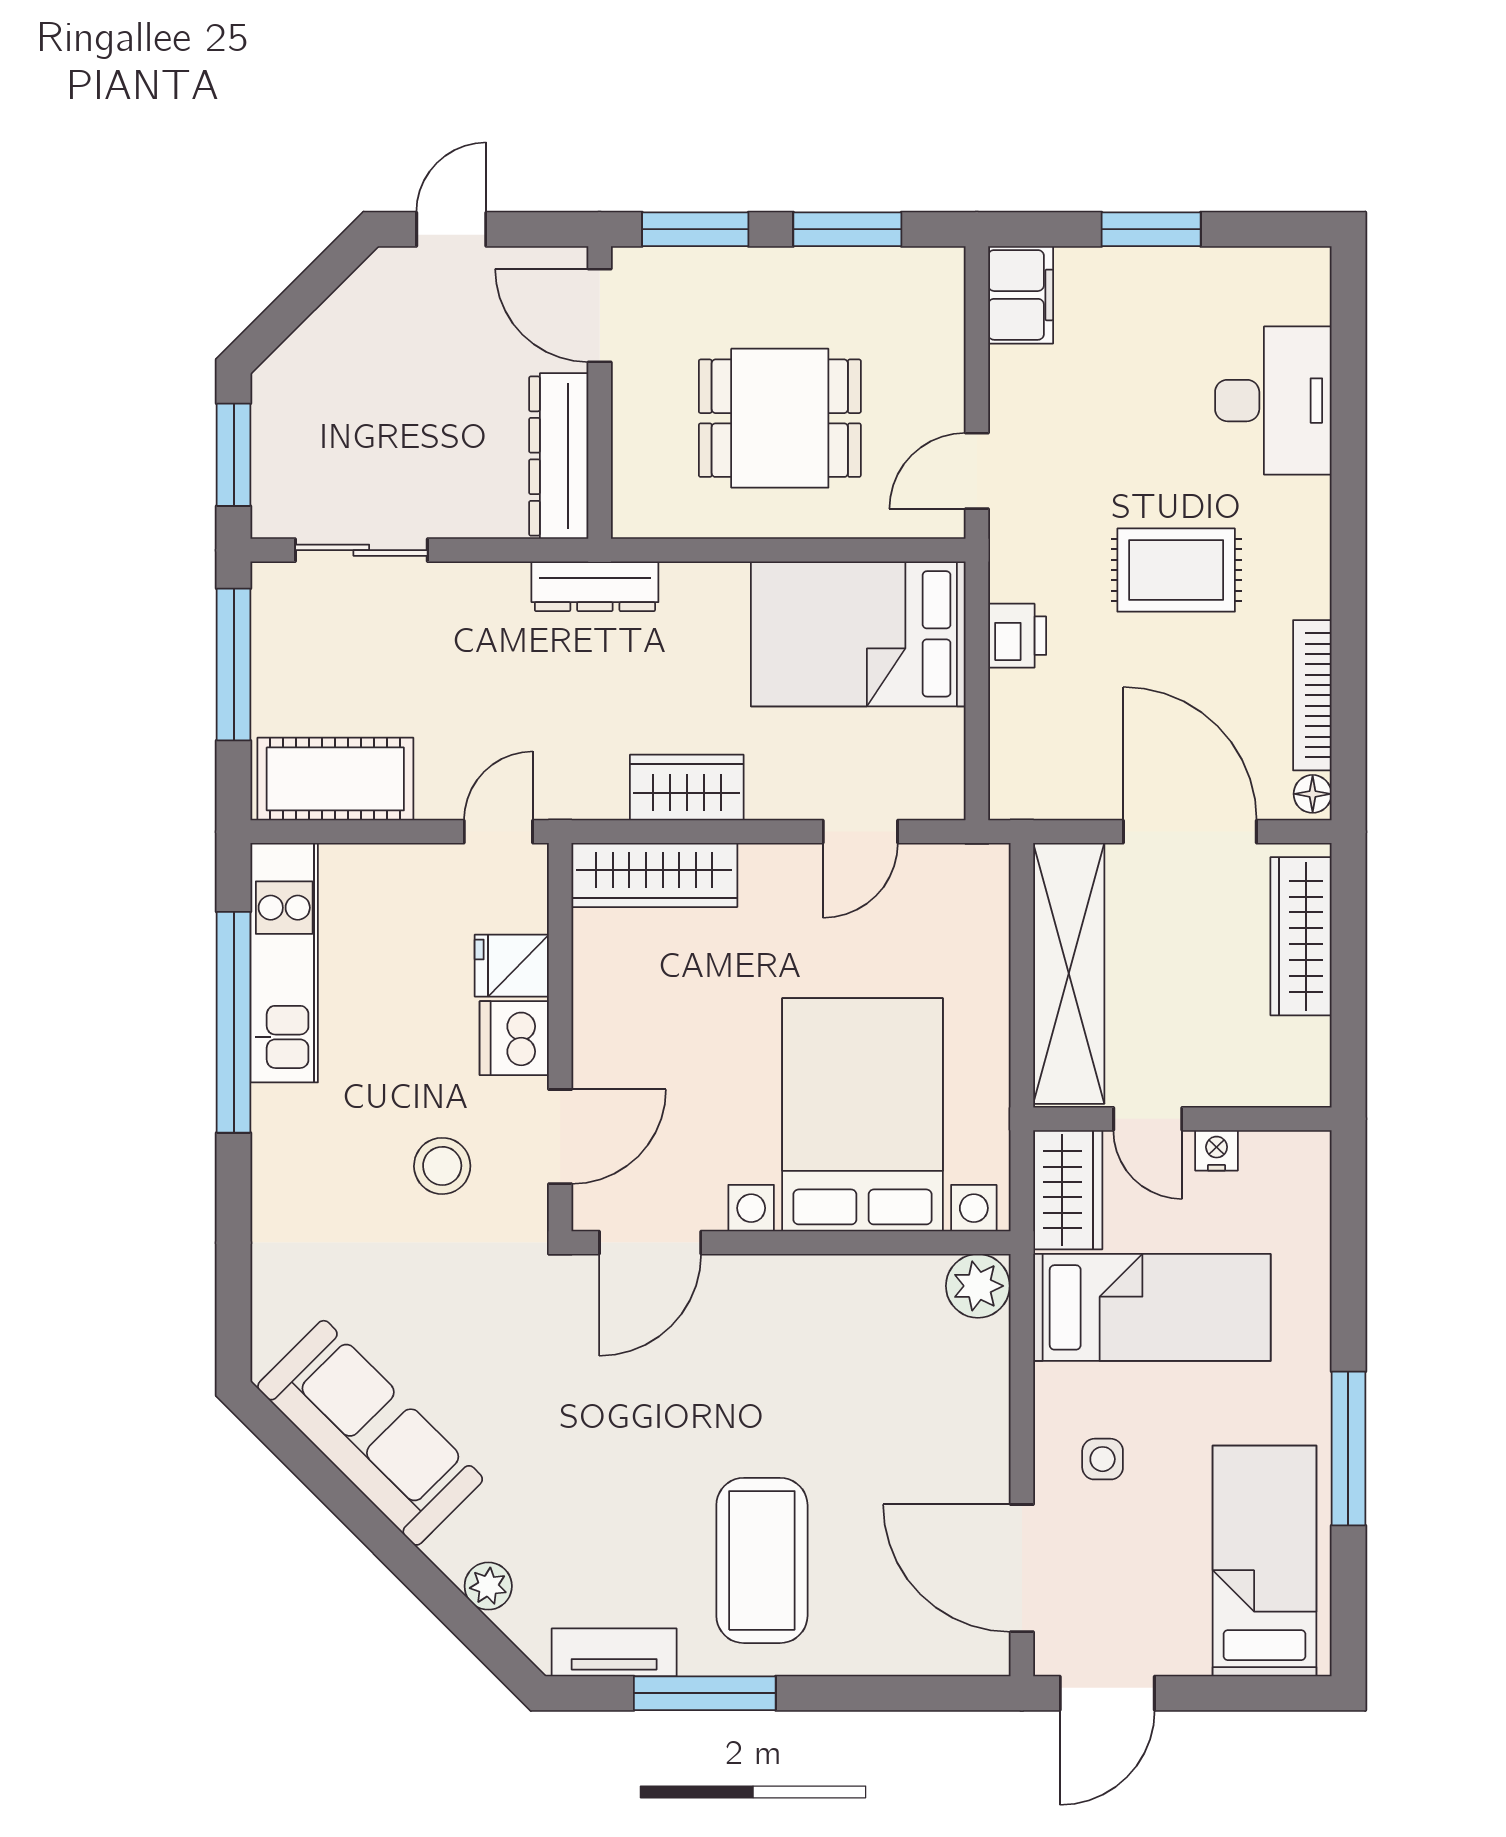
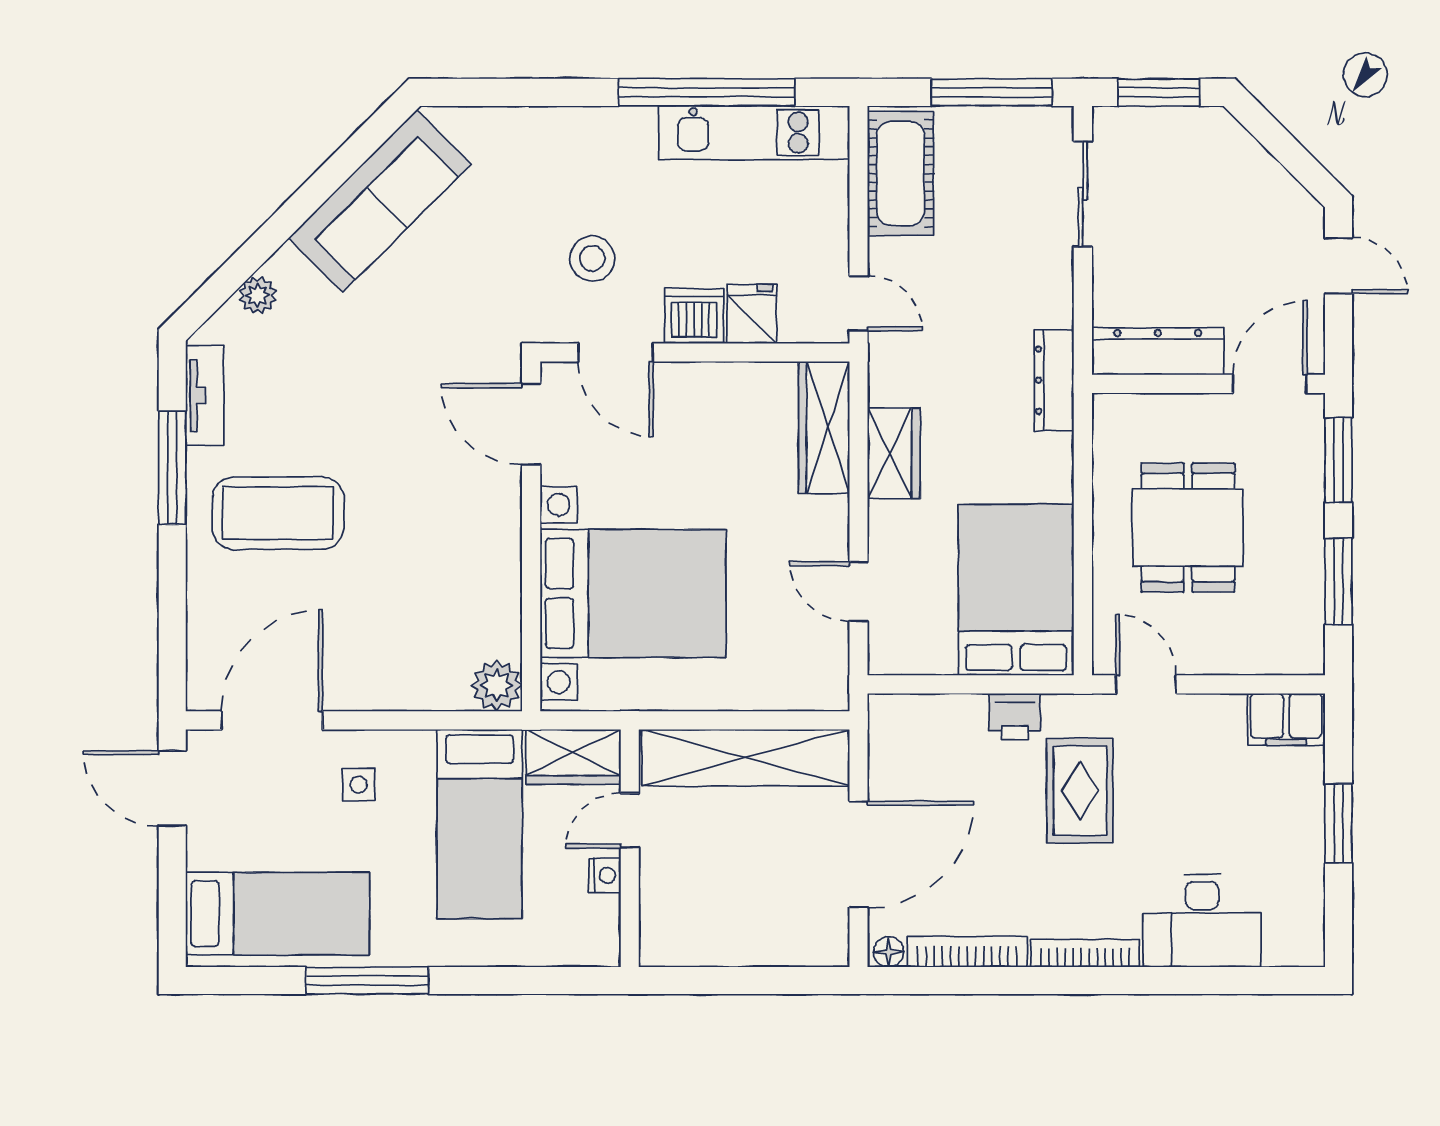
bookcase: (1314, 547) -> (1085, 953), added
rug: (1176, 570) -> (1080, 791), moved
wardrobe: (1301, 936) -> (775, 943), removed

